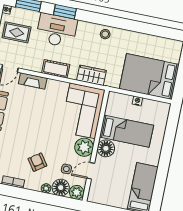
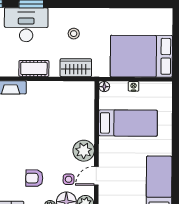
stool: (105, 34) -> (74, 34), moved
corner sofa: (83, 111) -> (74, 110), removed
floor lamp: (106, 148) -> (104, 87), moved, width x0.53, depth x0.53
armchair: (37, 162) -> (34, 178), turned -55

